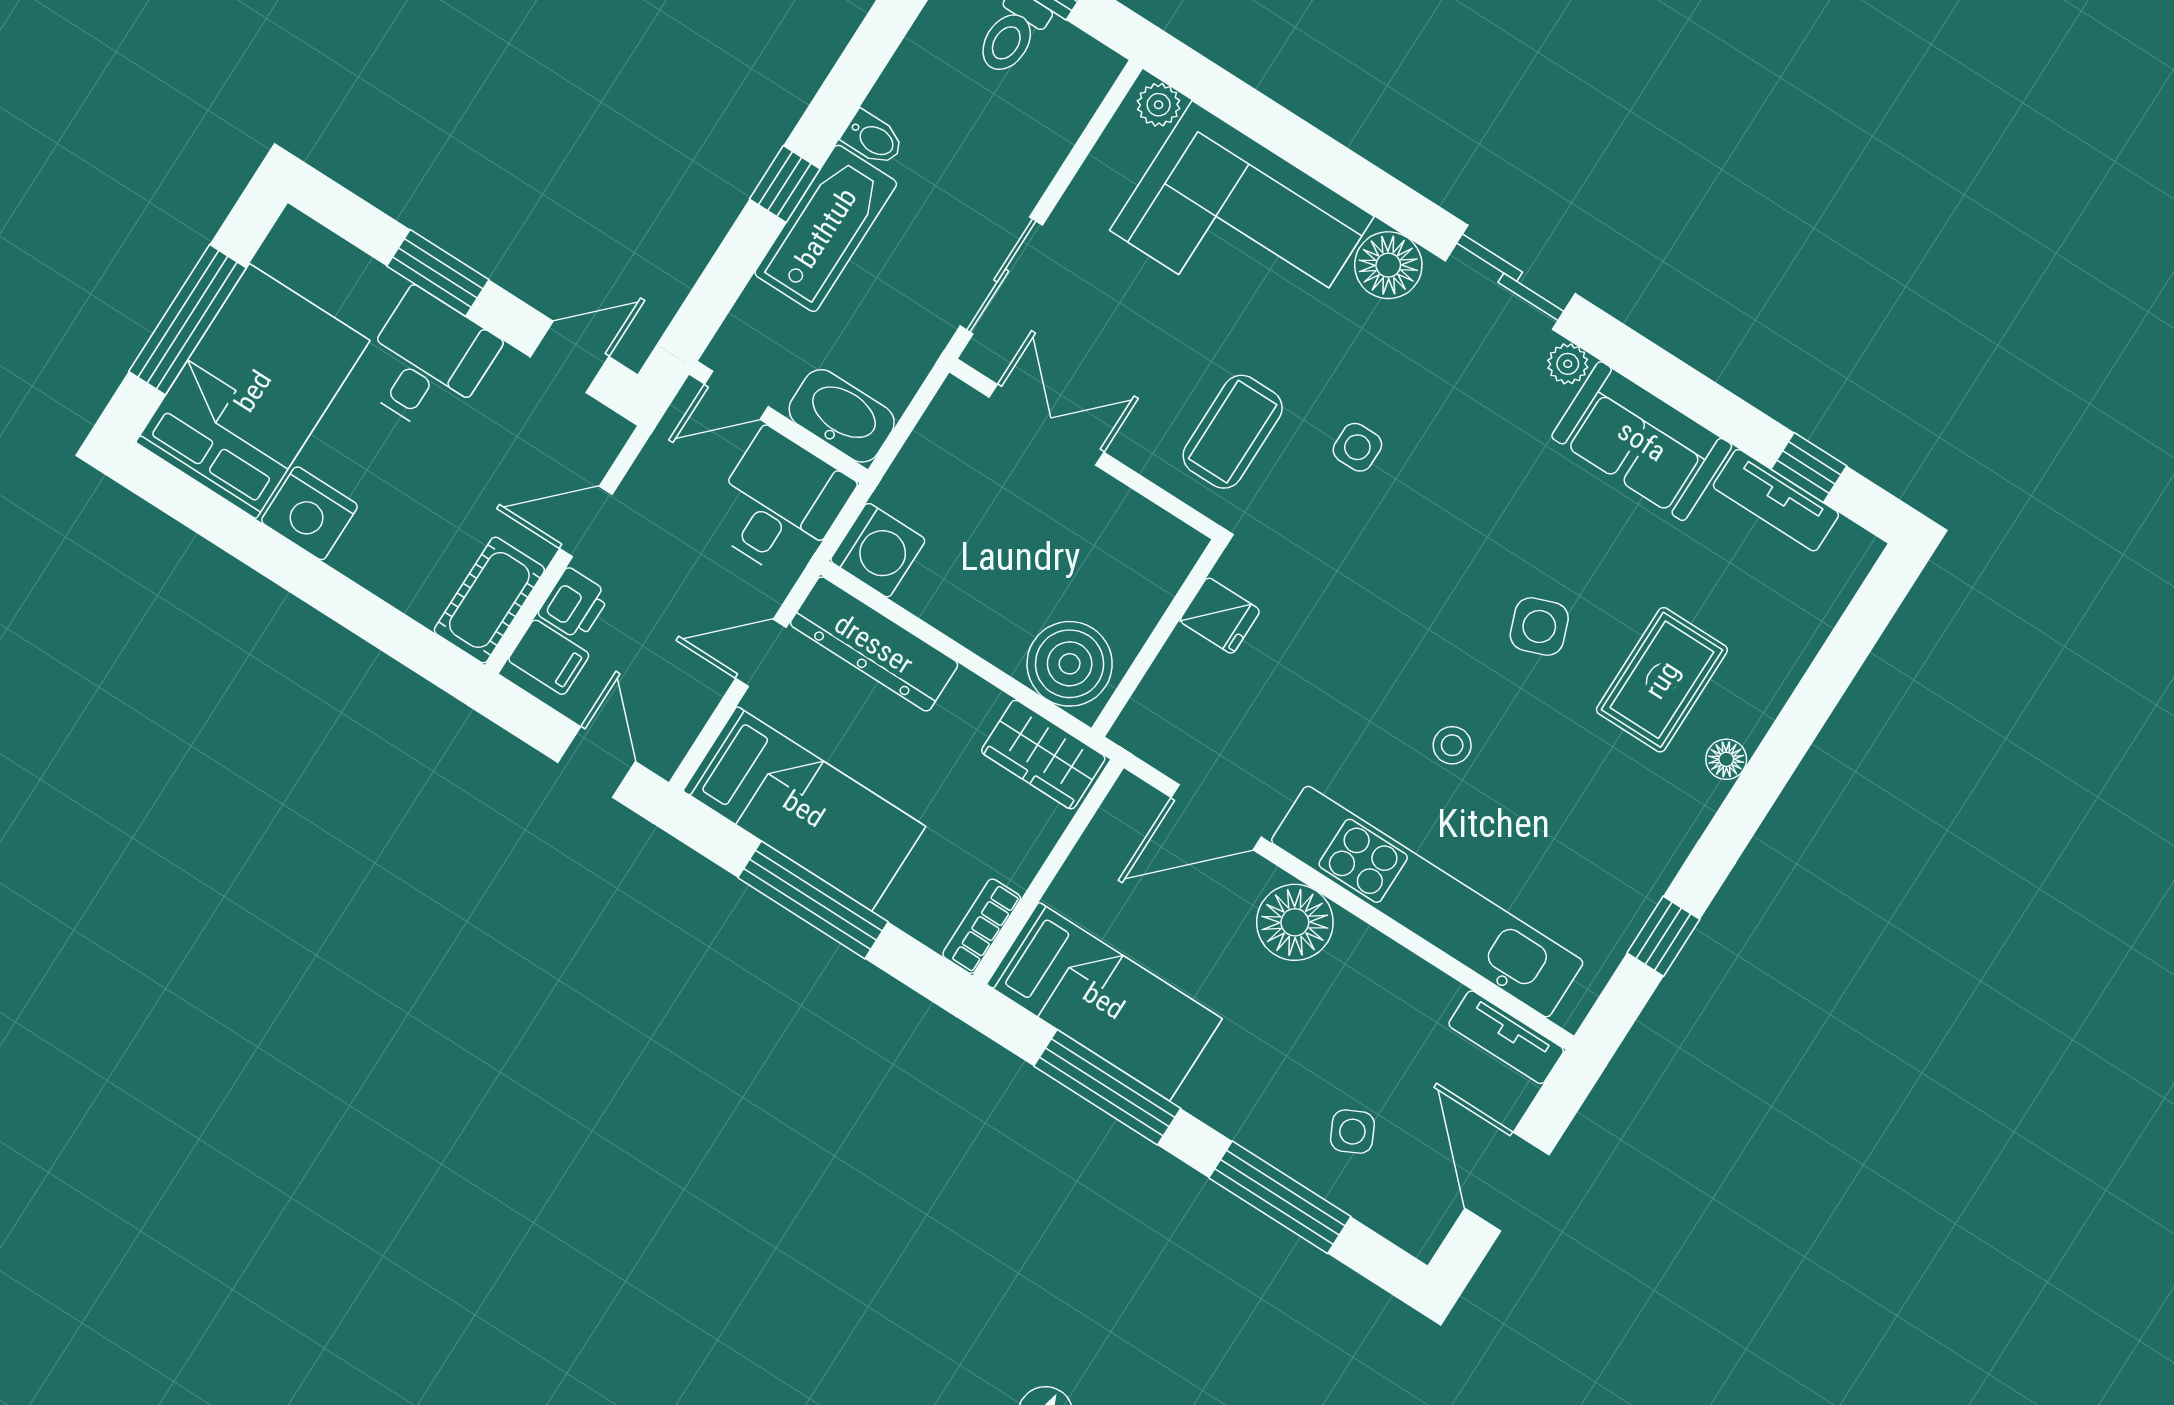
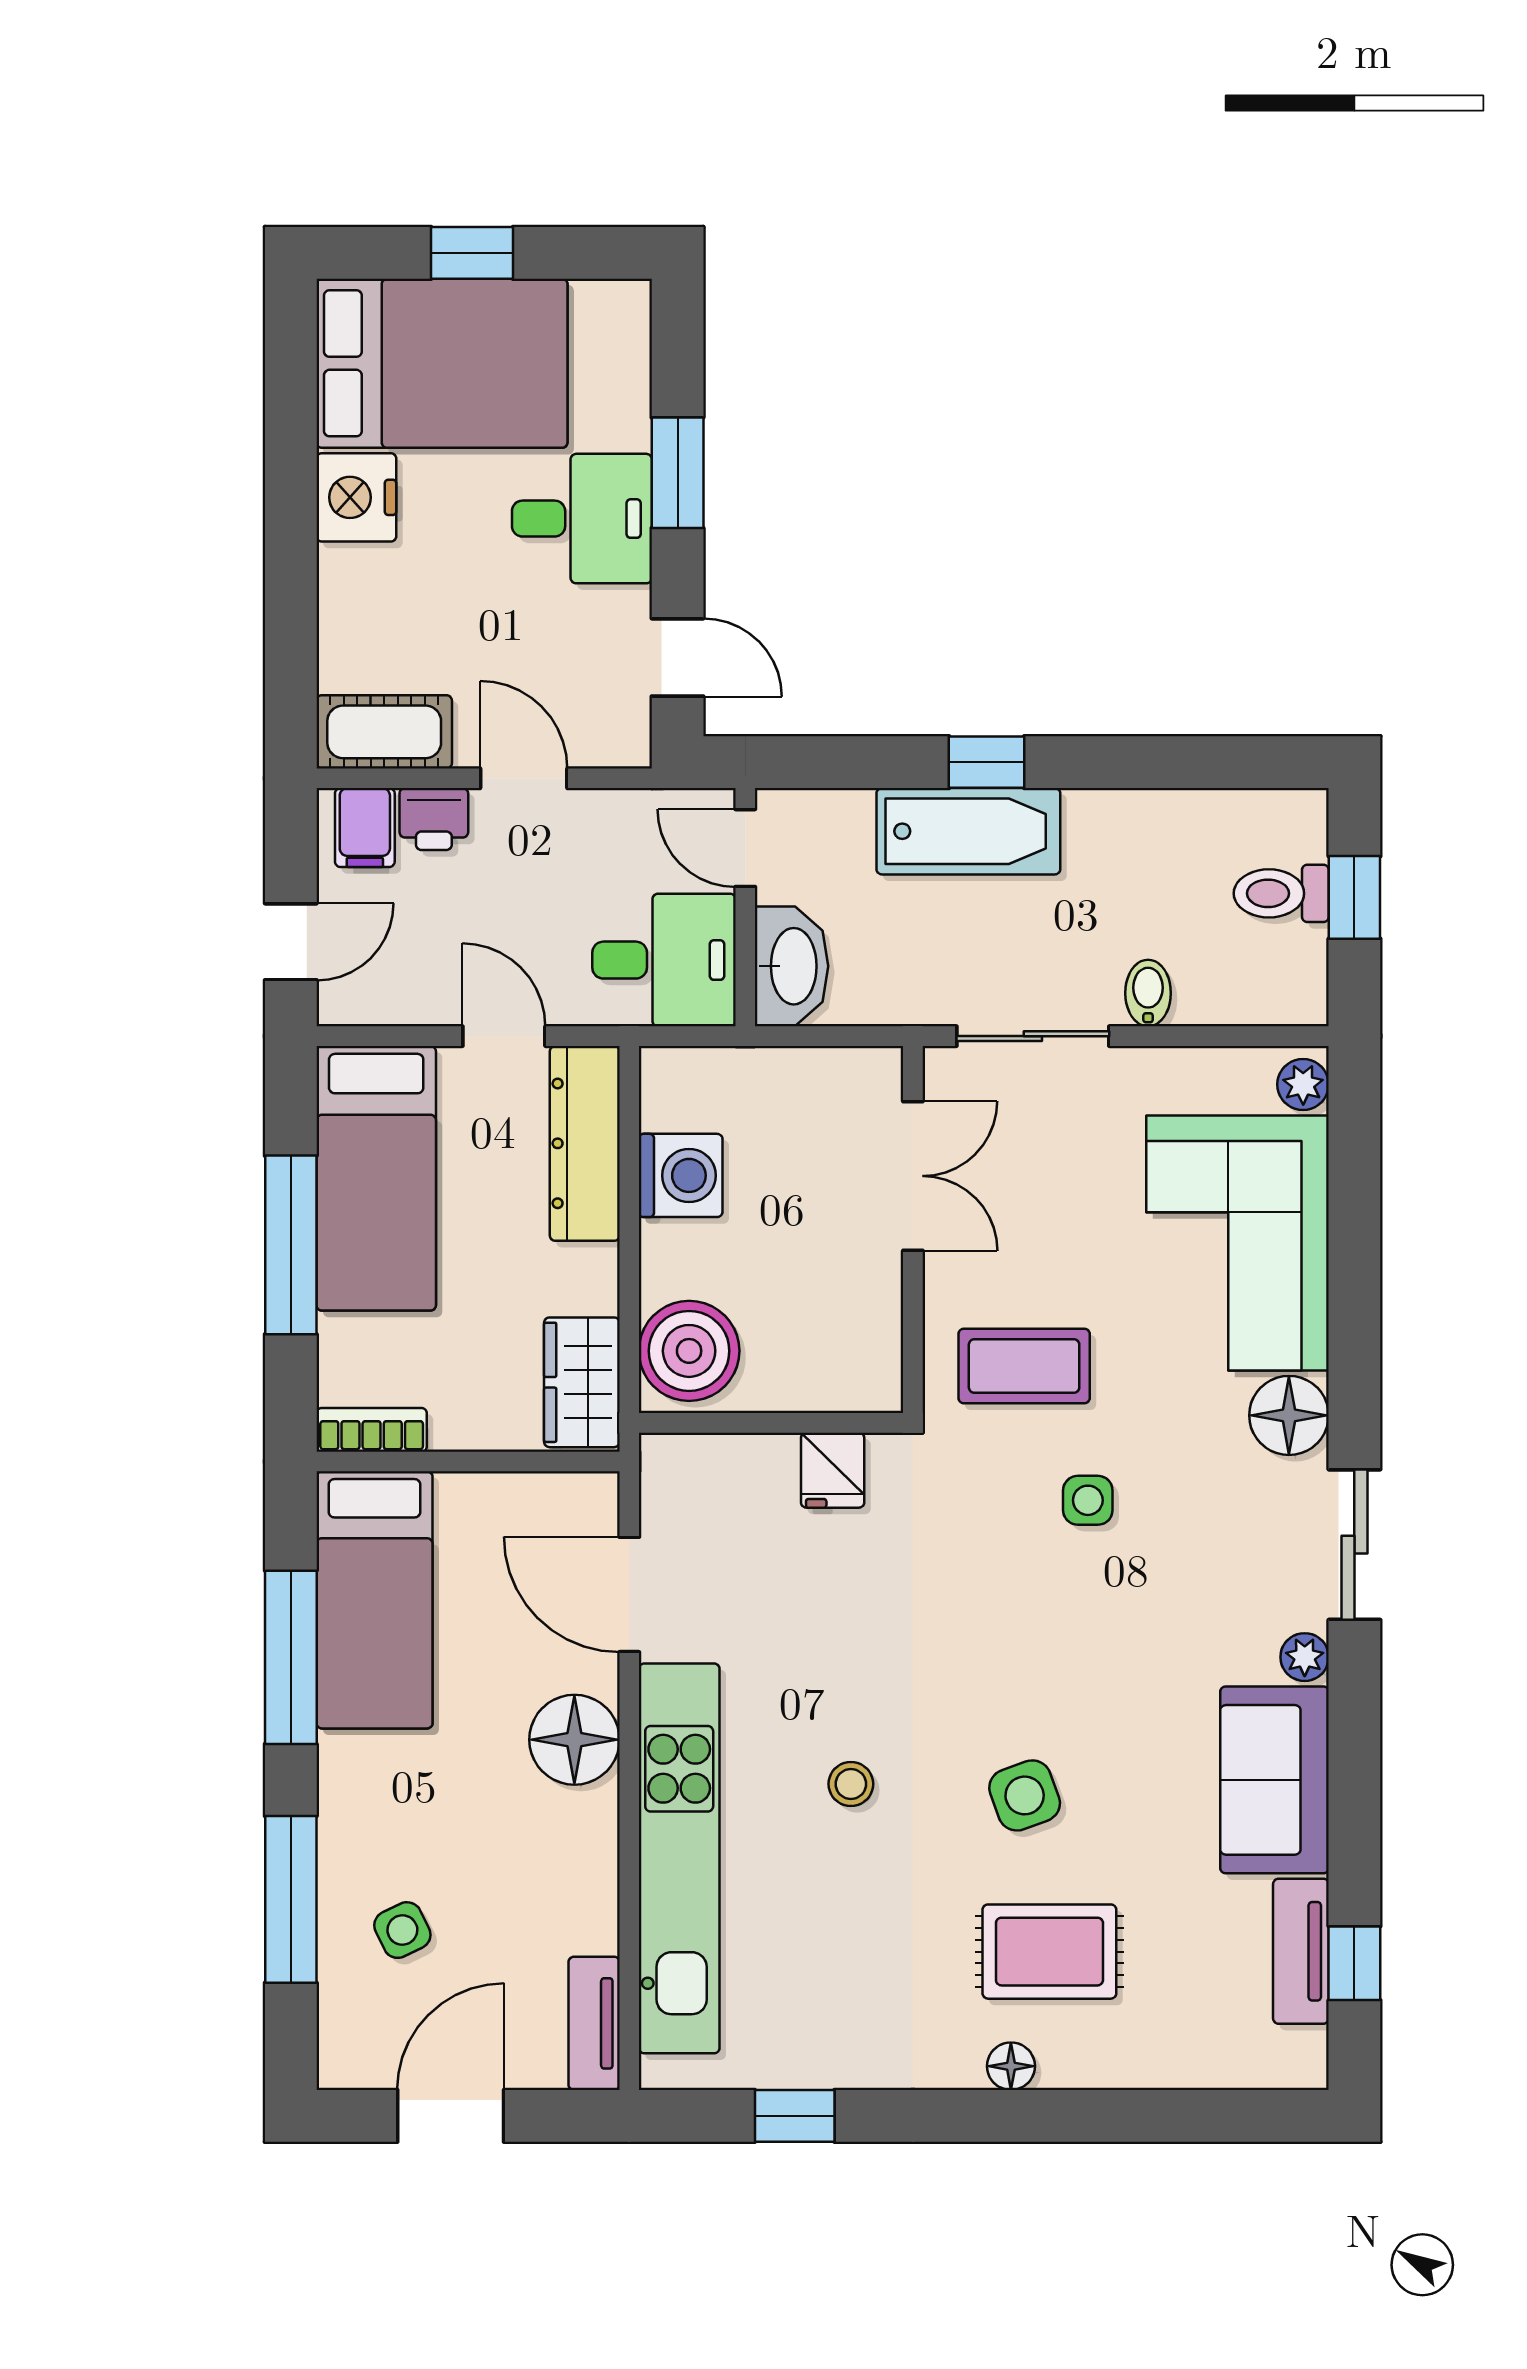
bidet: (873, 138) -> (1148, 993), moved, turned 180
window: (188, 320) -> (472, 253), width x0.46
washing machine: (878, 550) -> (681, 1175), moved, turned -90

